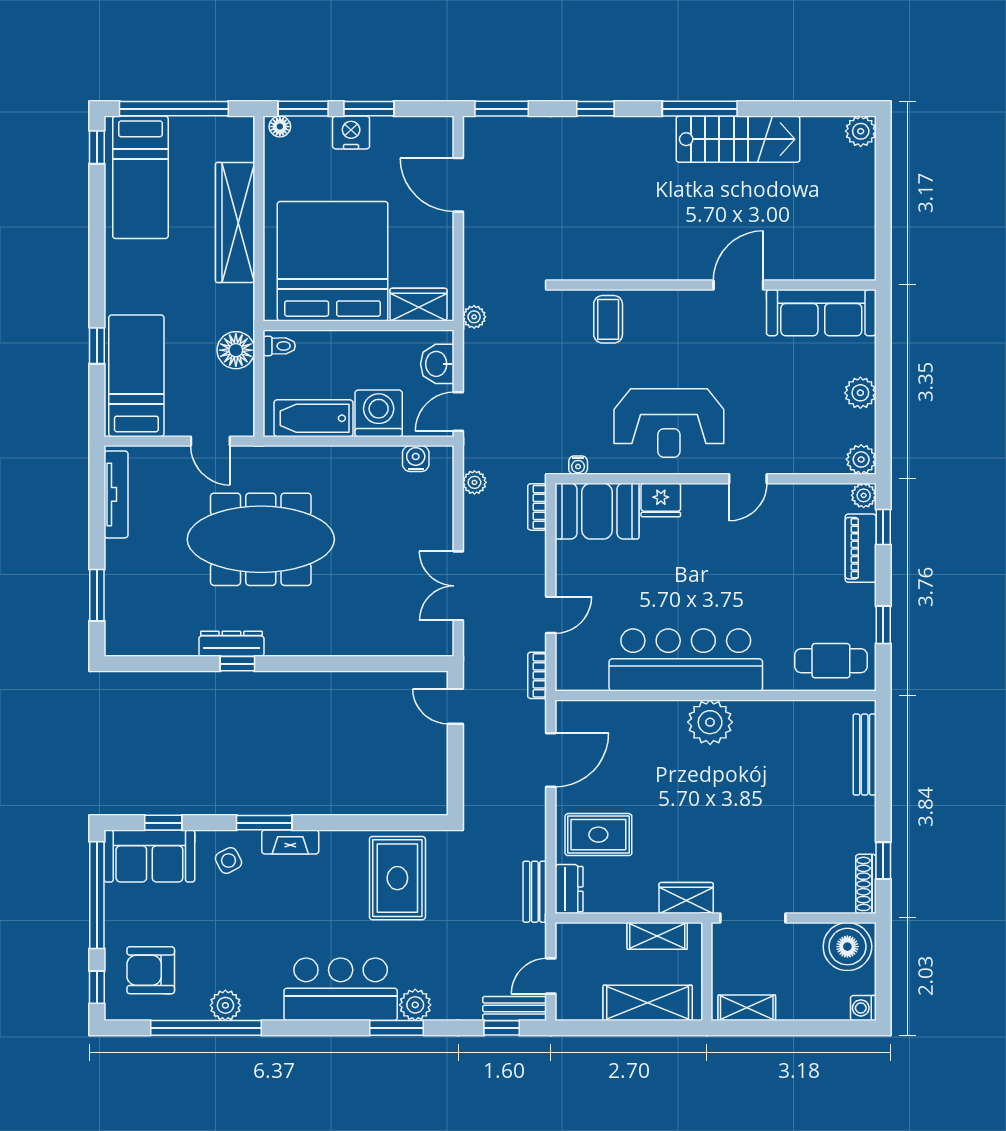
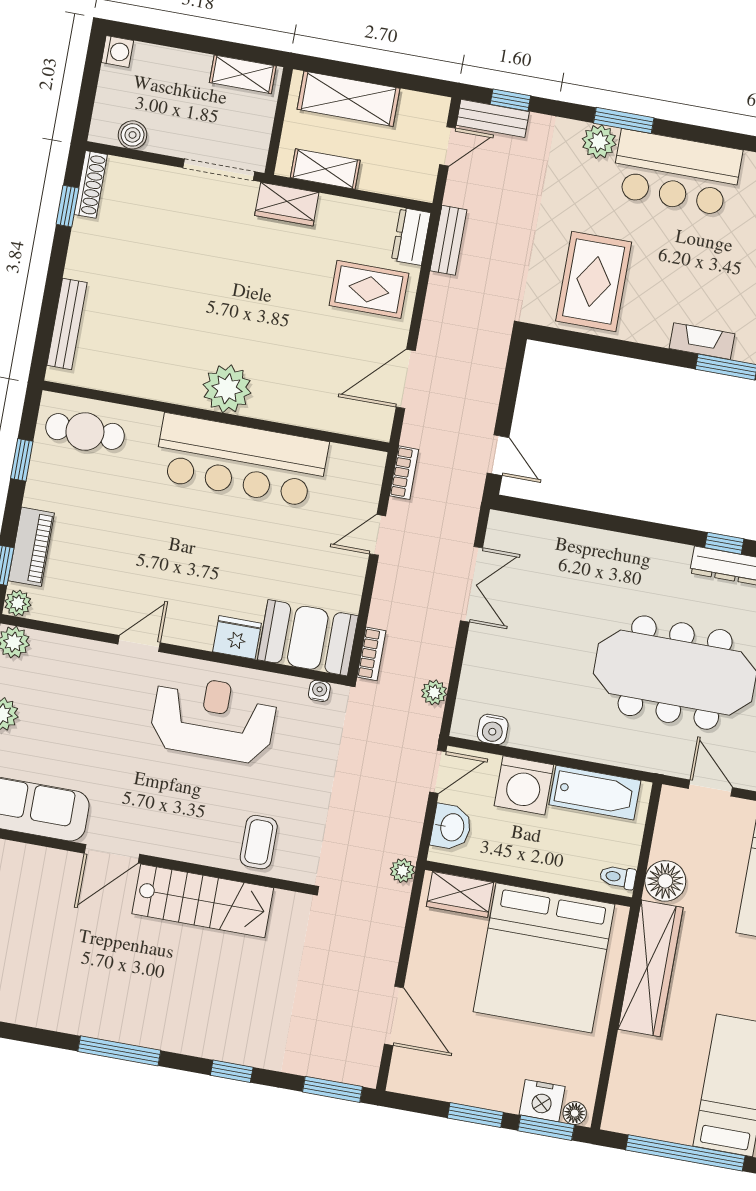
nightstand: (351, 132) -> (542, 1101), moved
stairs: (738, 139) -> (203, 901), moved, turned 180
wardrobe: (235, 222) -> (650, 968), moved
boiler: (847, 947) -> (133, 135), width x0.54, depth x0.54

